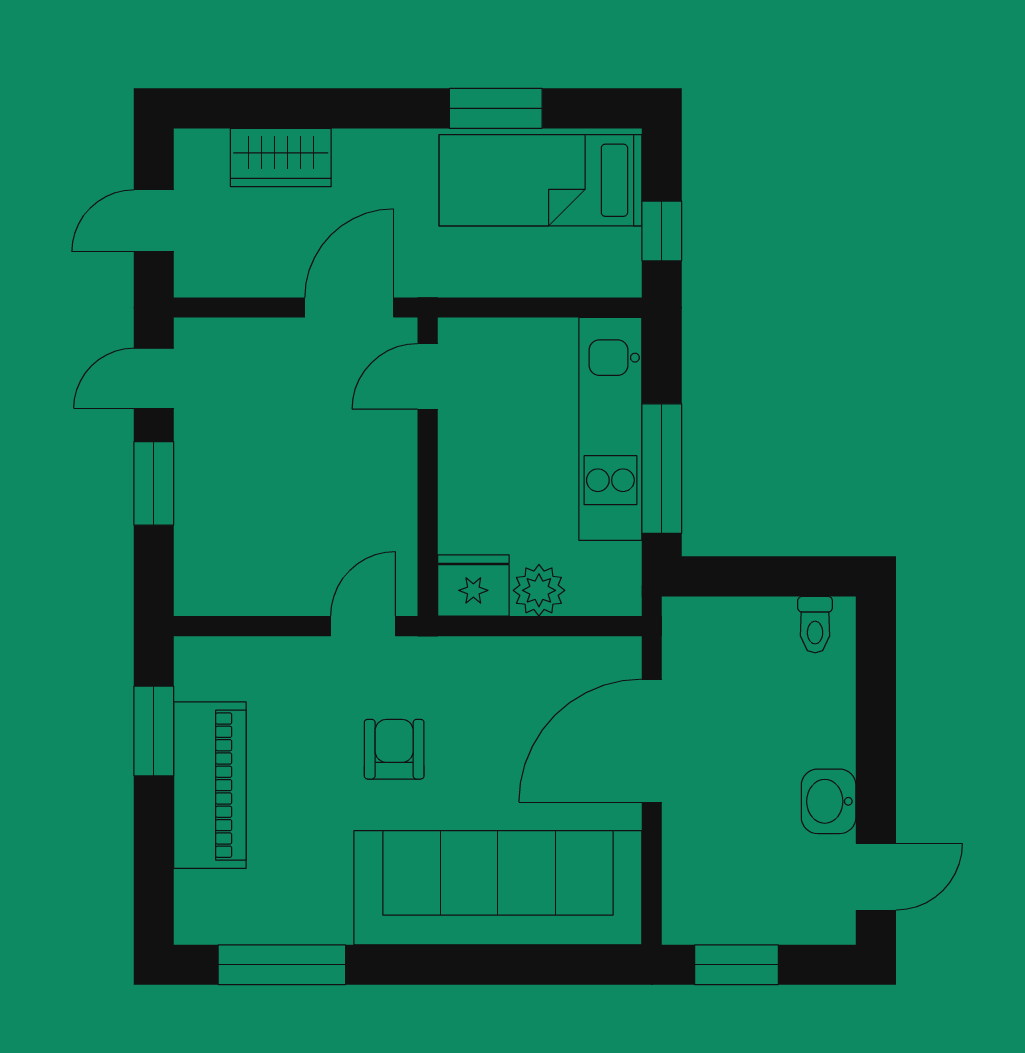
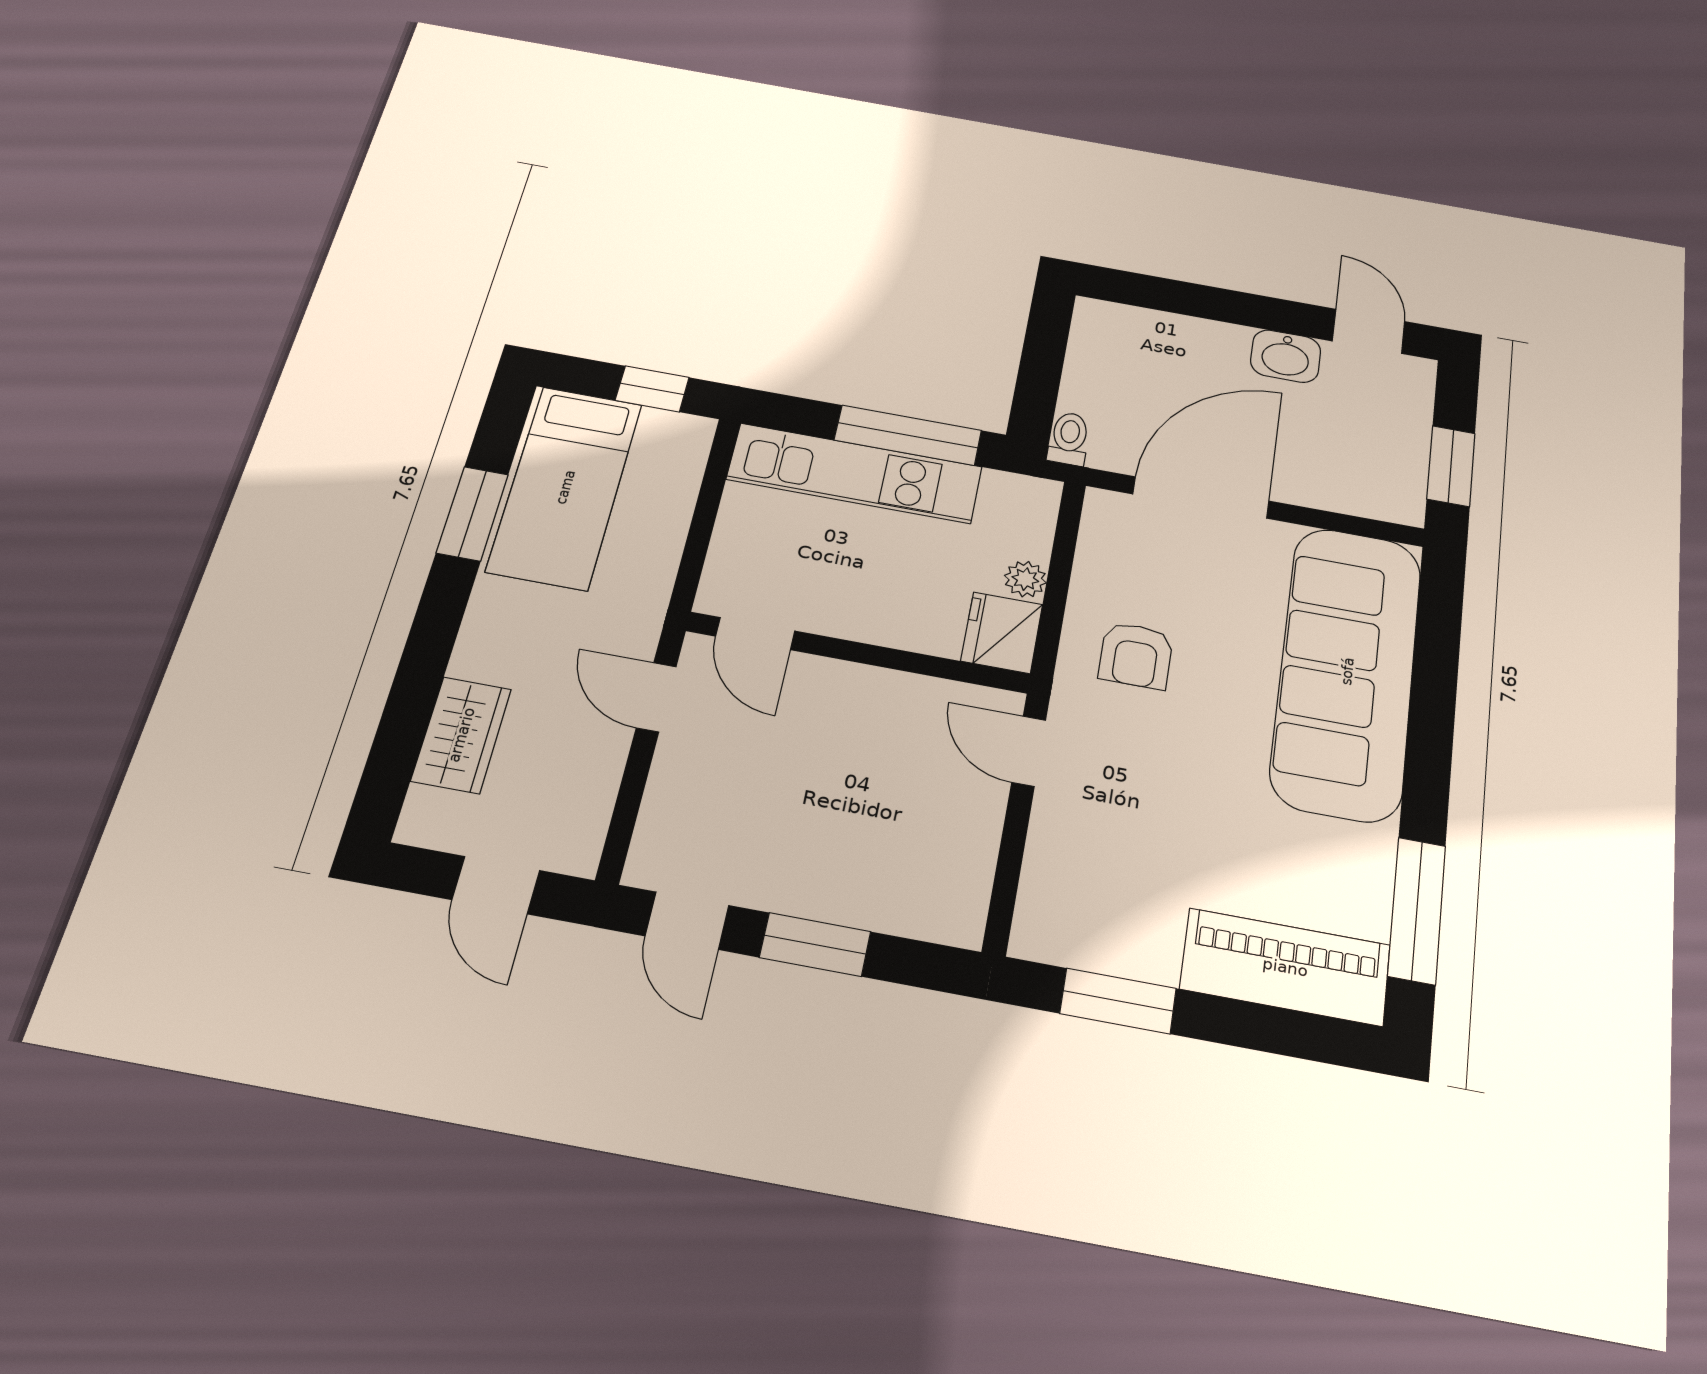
door: (349, 308) -> (656, 697), width x0.73
plant: (539, 590) -> (1025, 579), width x0.73, depth x0.73
toilet: (815, 625) -> (1069, 439), moved, turned -90
door: (652, 741) -> (1201, 497), swing flipped
armchair: (394, 749) -> (1136, 655), moved, turned -90
piano: (210, 785) -> (1285, 967), moved

